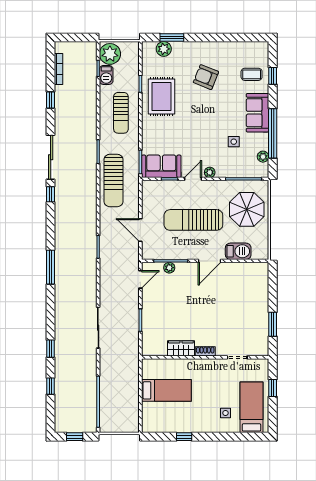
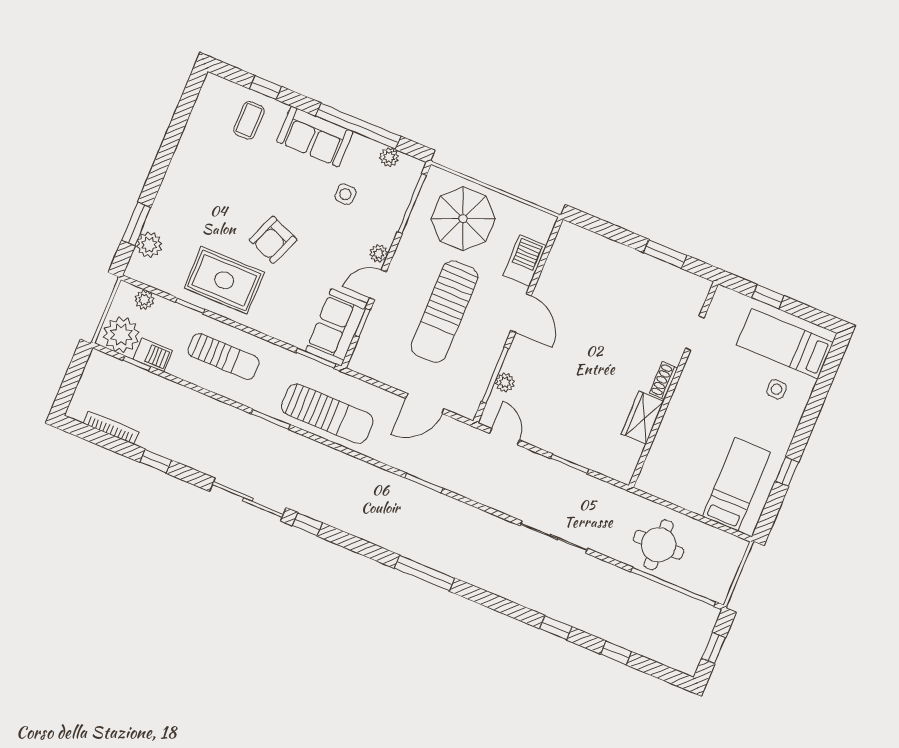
plant: (134, 58) -> (144, 300), added
armchair: (206, 77) -> (273, 240), moved
door: (193, 179) -> (378, 285), hinge flipped
round table: (117, 385) -> (659, 545), added
bed: (166, 390) -> (736, 484), moved

